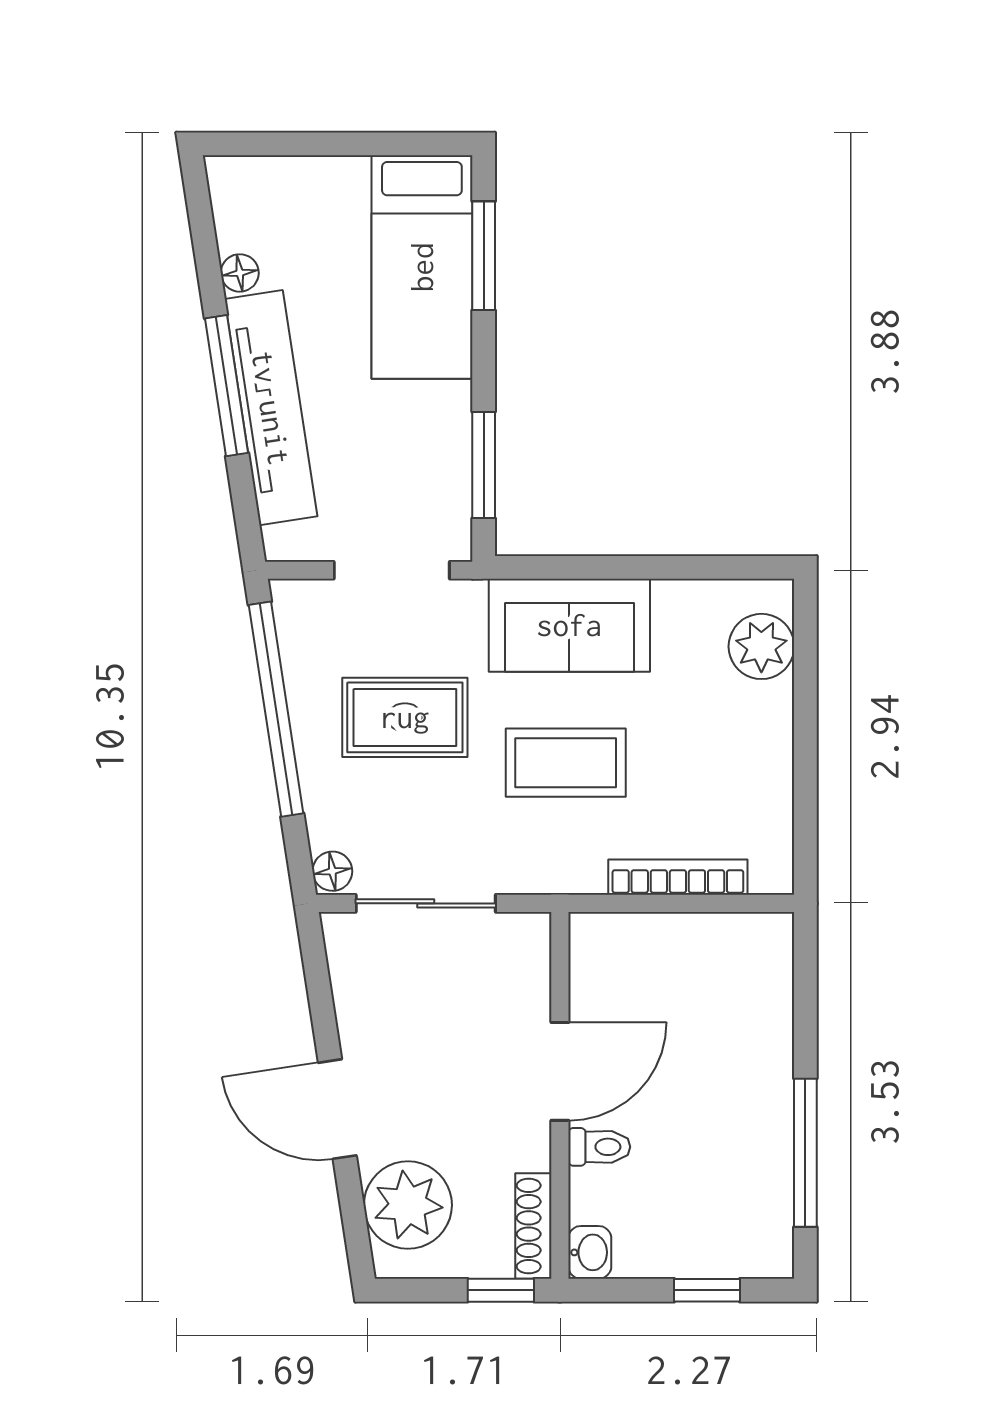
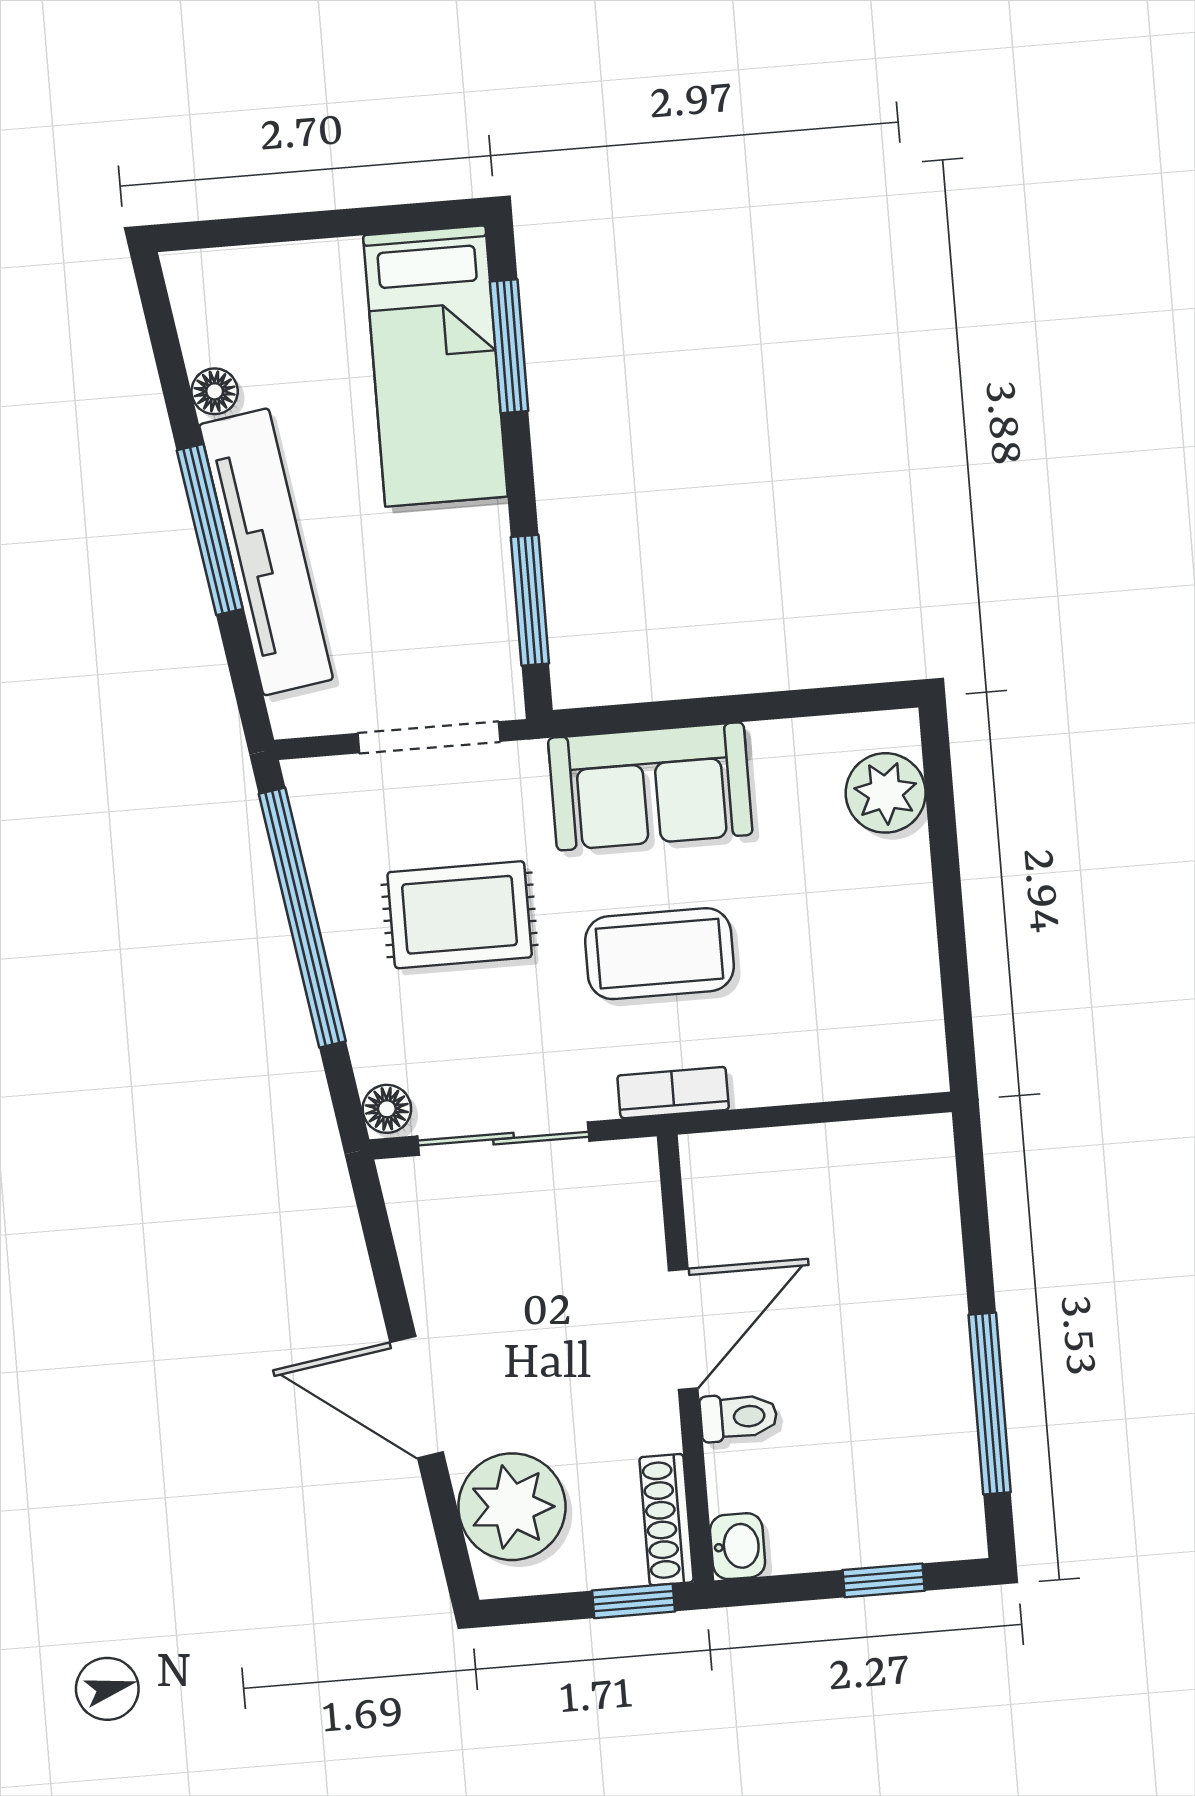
bookcase: (678, 877) -> (673, 1093), moved, width x0.64

